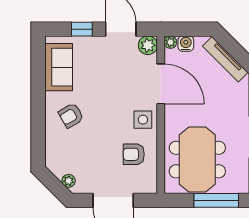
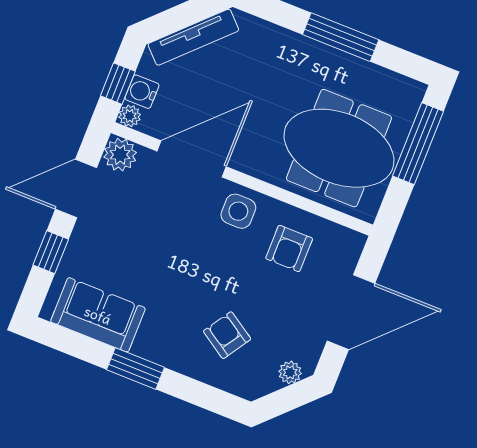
window: (185, 29) -> (118, 84), added
window: (38, 98) -> (135, 368), added
armchair: (71, 115) -> (227, 335), moved, turned 153

